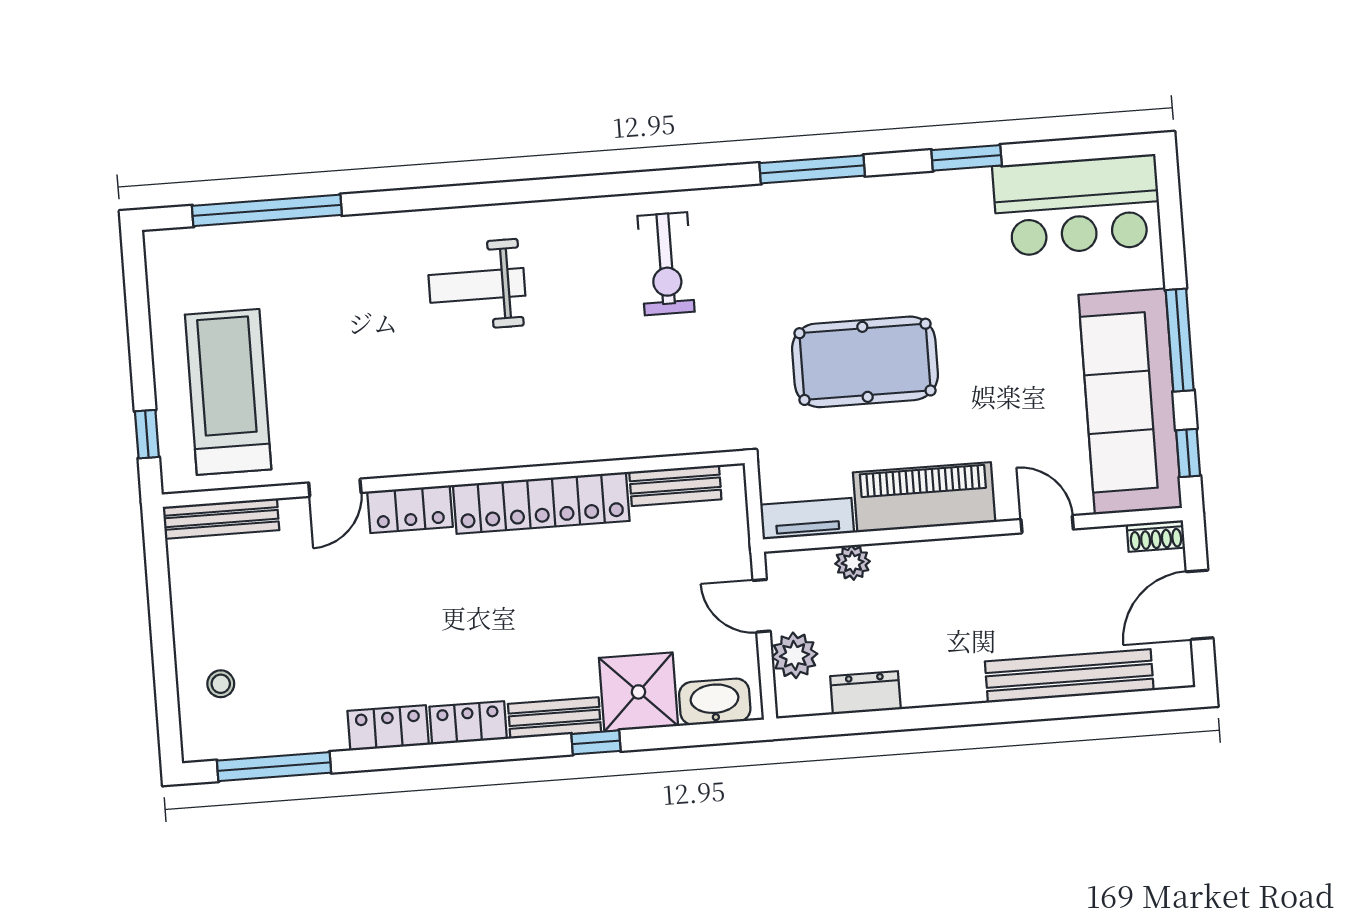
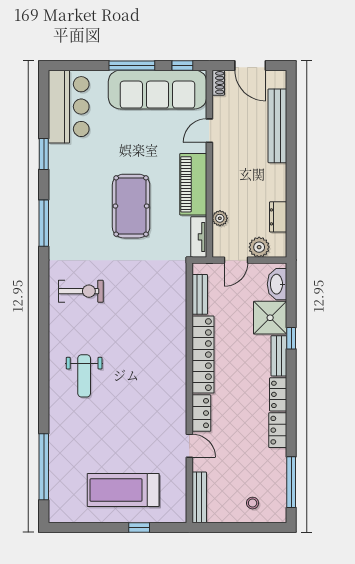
wall: (453, 479) -> (189, 393), moved
bench: (675, 486) -> (200, 294), moved
door: (335, 488) -> (189, 446), moved
locker: (541, 503) -> (203, 355), moved
locker: (410, 509) -> (201, 413), moved
bench: (221, 519) -> (199, 497), moved

